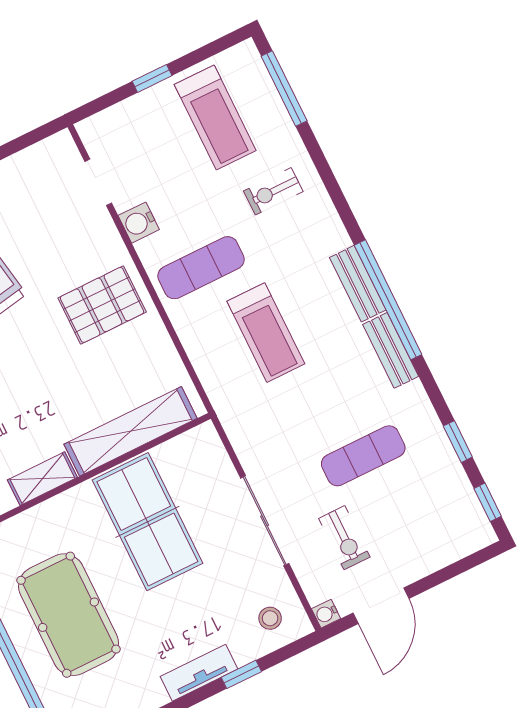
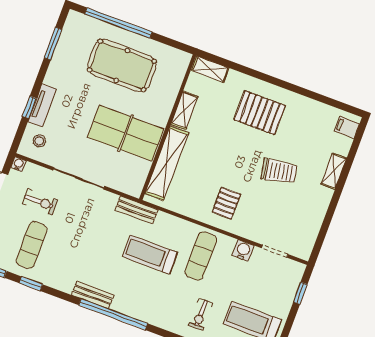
window: (152, 78) -> (300, 293), moved
exercise bike: (273, 191) -> (201, 314), turned 180
bench: (358, 284) -> (137, 210), moved
pallet: (102, 305) -> (226, 203), width x0.67, depth x0.71
exercise mat: (363, 456) -> (32, 245), moved
exercise bike: (344, 538) -> (40, 202), turned 180
tv unit: (199, 673) -> (42, 105), moved

